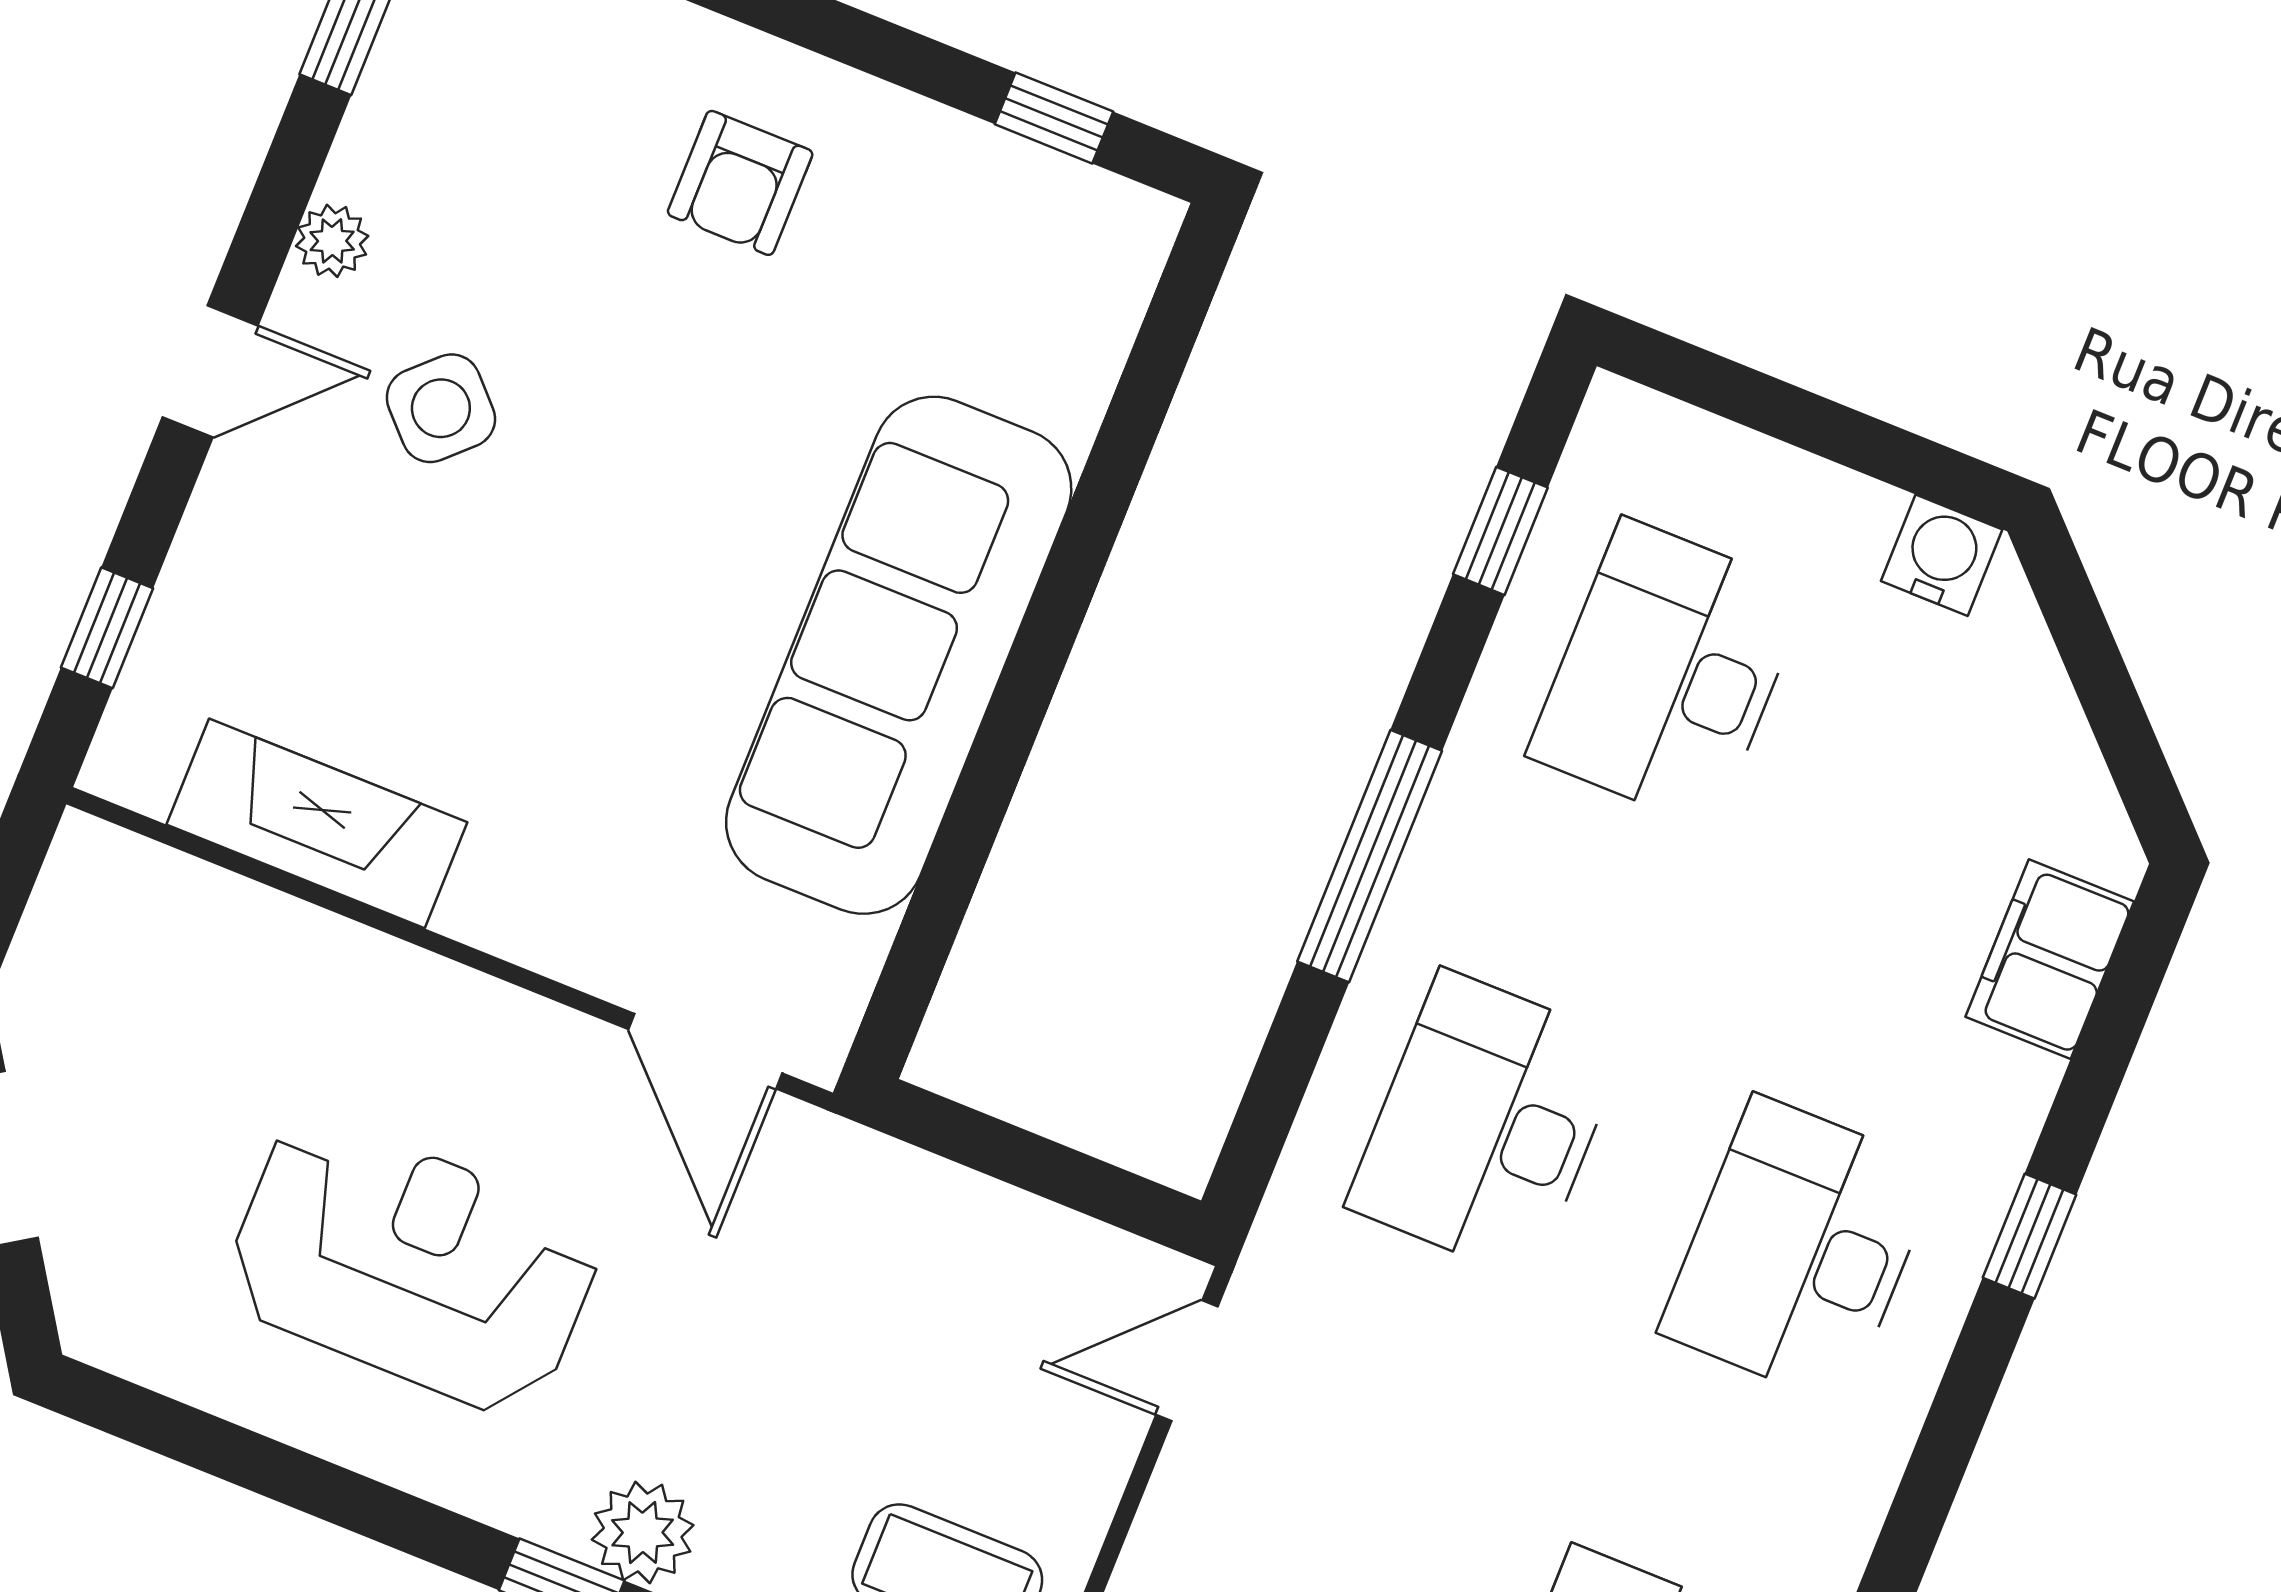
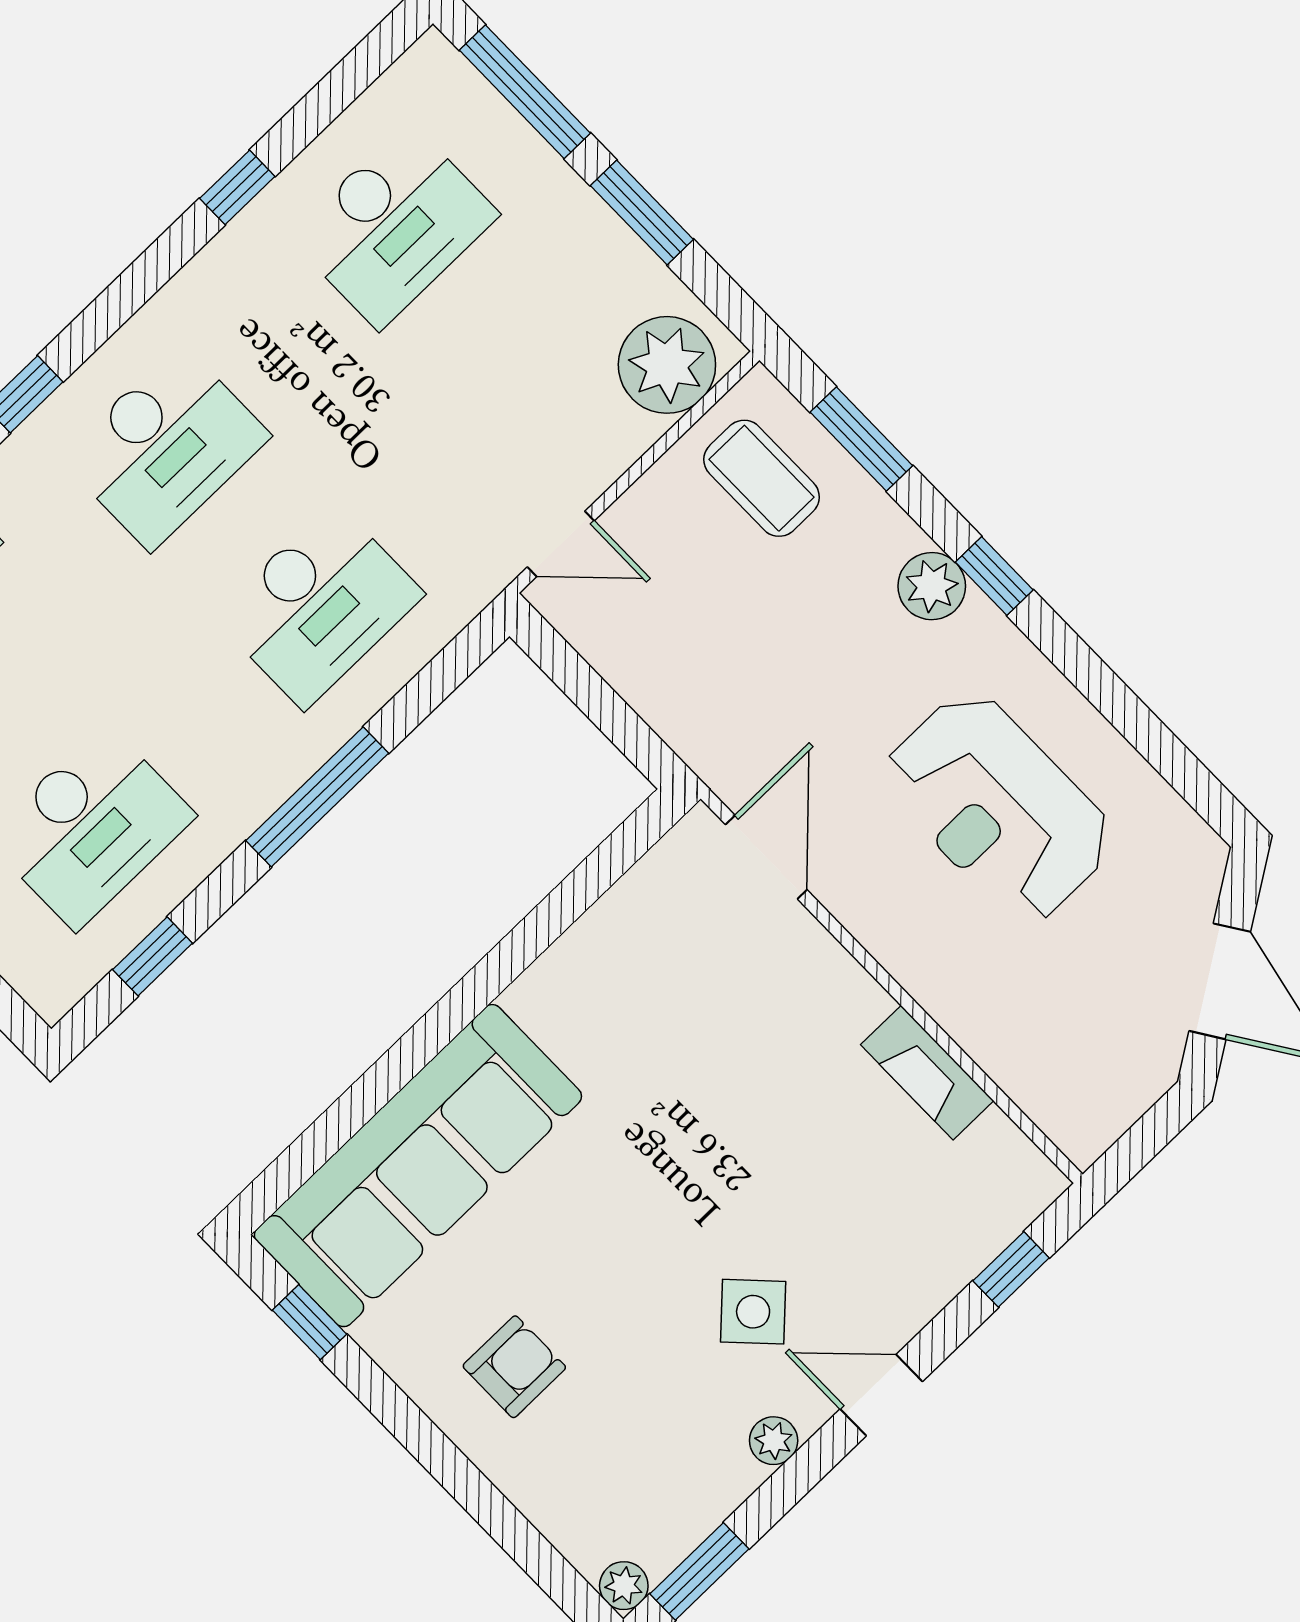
sofa: (899, 655) -> (418, 1166), moved
fireplace: (317, 823) -> (927, 1073), width x0.73, depth x0.76

